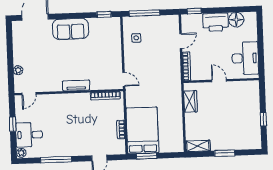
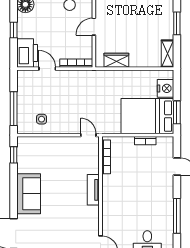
window: (194, 11) -> (14, 30), moved
printer: (215, 22) -> (27, 53), moved
door: (124, 79) -> (88, 135), hinge flipped
nightstand: (167, 145) -> (165, 88), added

